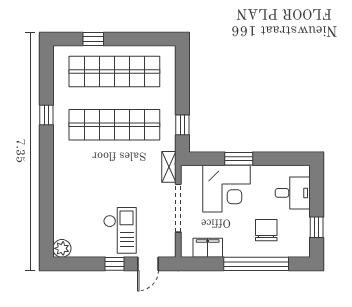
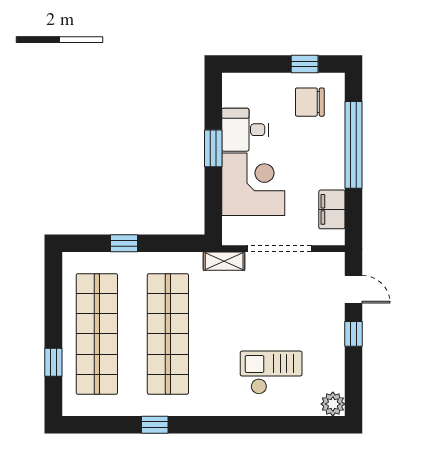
window: (182, 125) -> (124, 243), moved
window: (239, 159) -> (213, 148), moved
desk: (293, 193) -> (245, 130), moved, turned -90
checkout: (120, 230) -> (271, 373), moved
chair: (266, 230) -> (310, 102), moved

